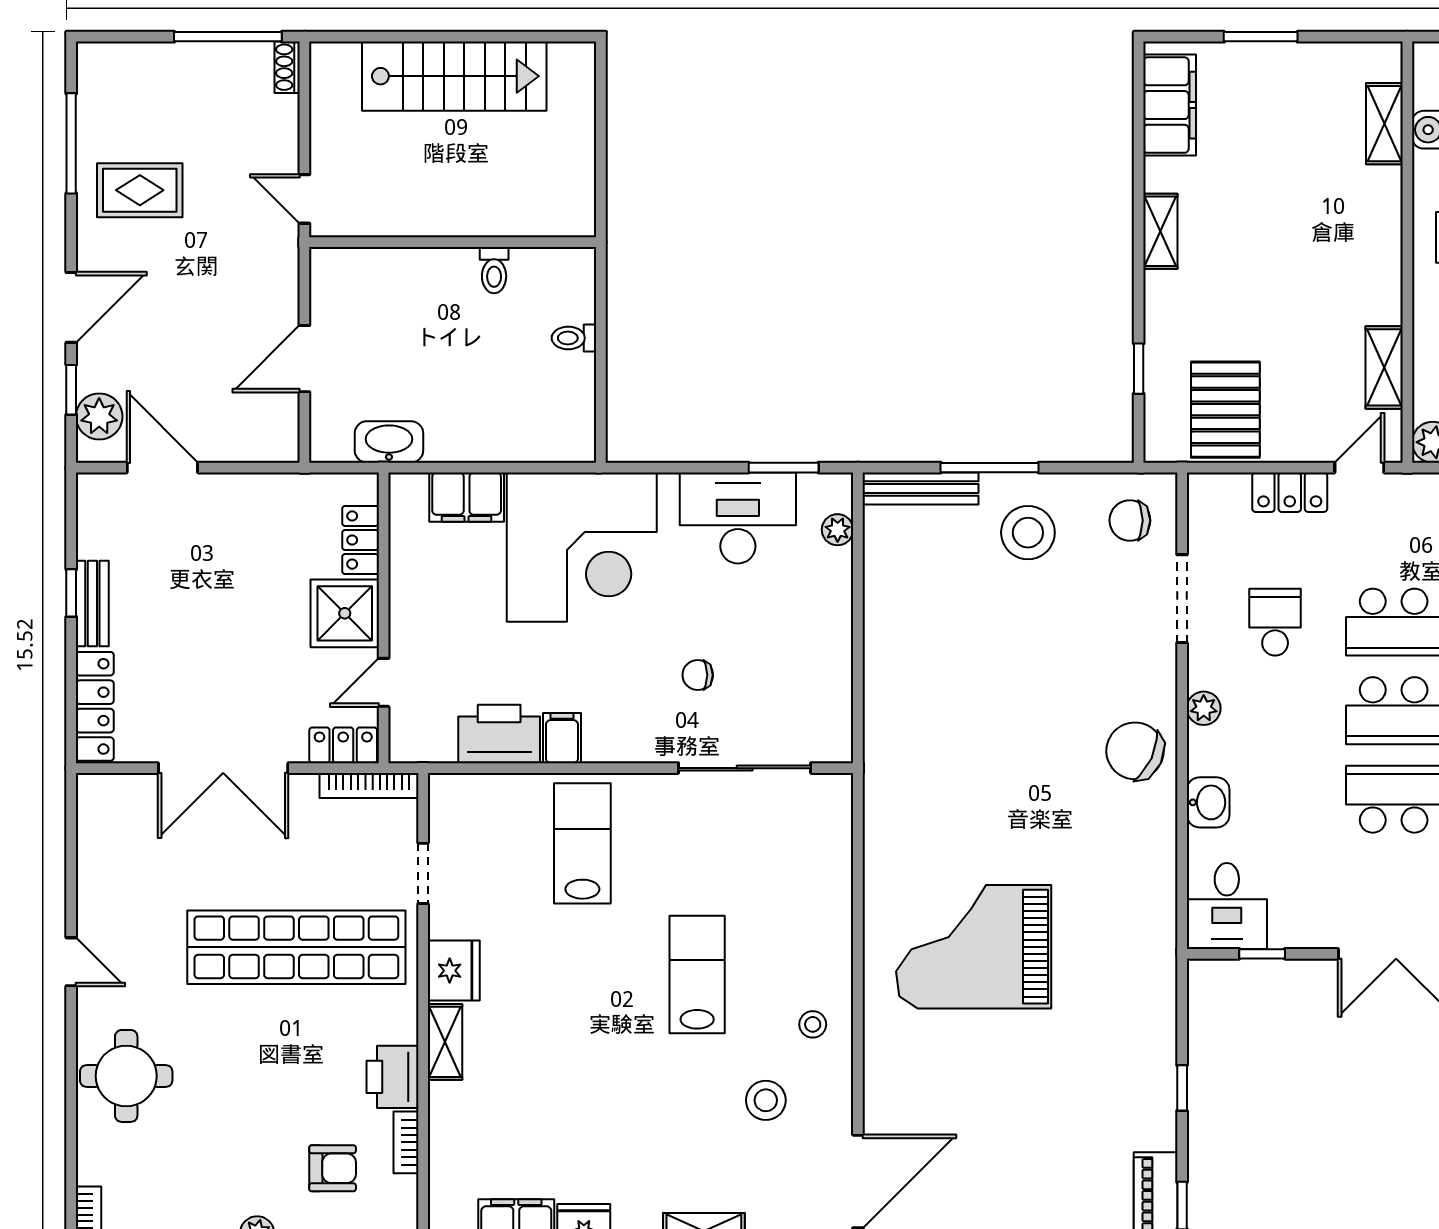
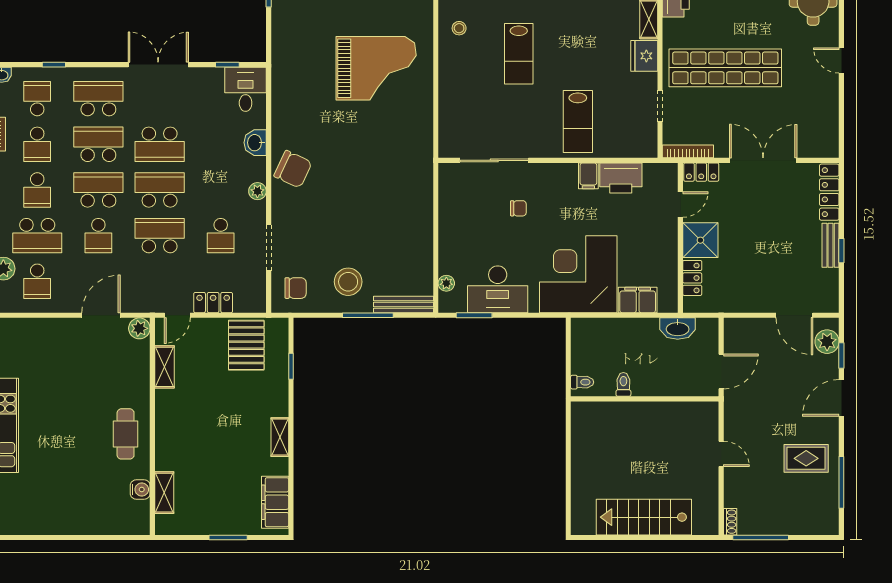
wall: (453, 242) -> (645, 399), moved
toilet: (494, 270) -> (623, 384), moved

